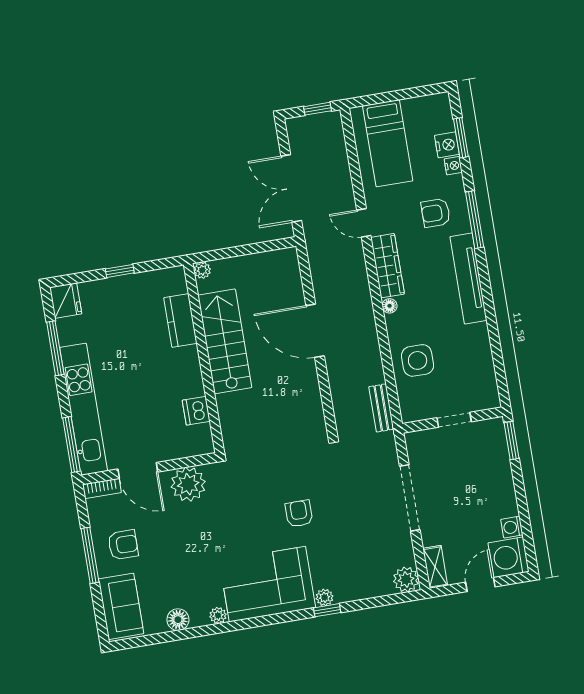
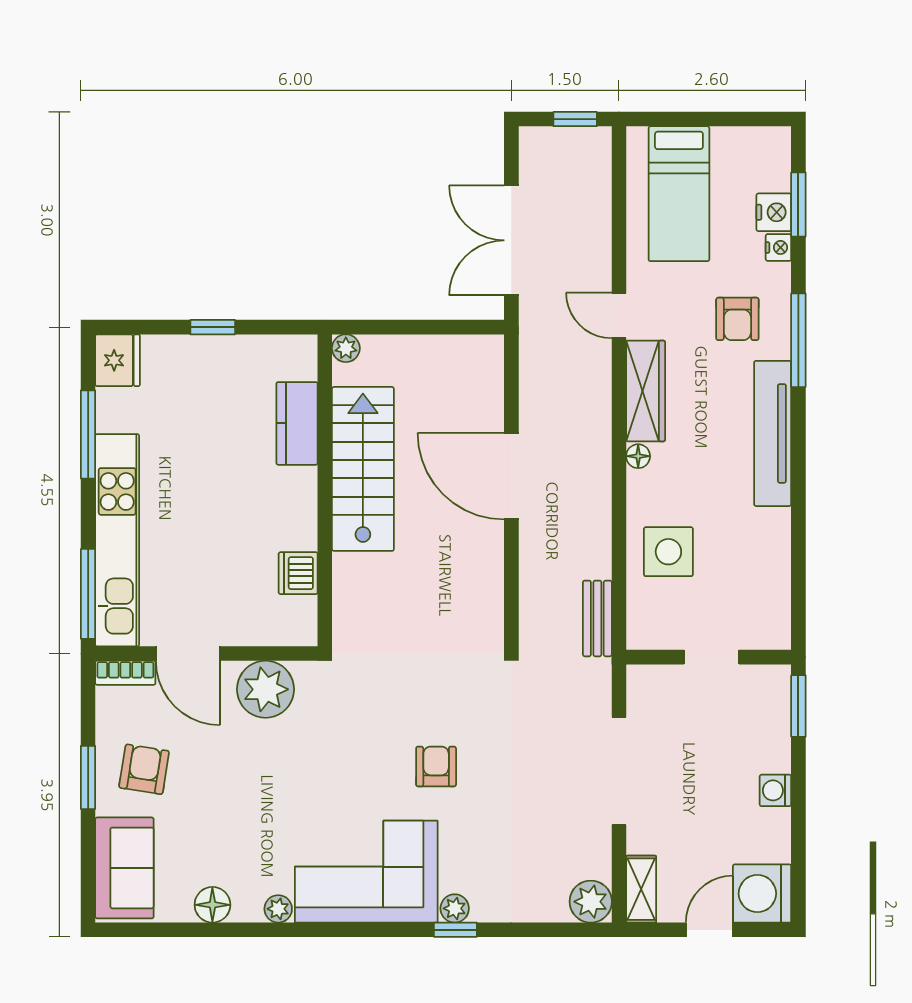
armchair: (436, 213) -> (737, 319), turned -90
washing machine: (512, 527) -> (775, 790), moved
armchair: (123, 545) -> (144, 769), turned -81
window: (90, 555) -> (88, 777), width x0.69

